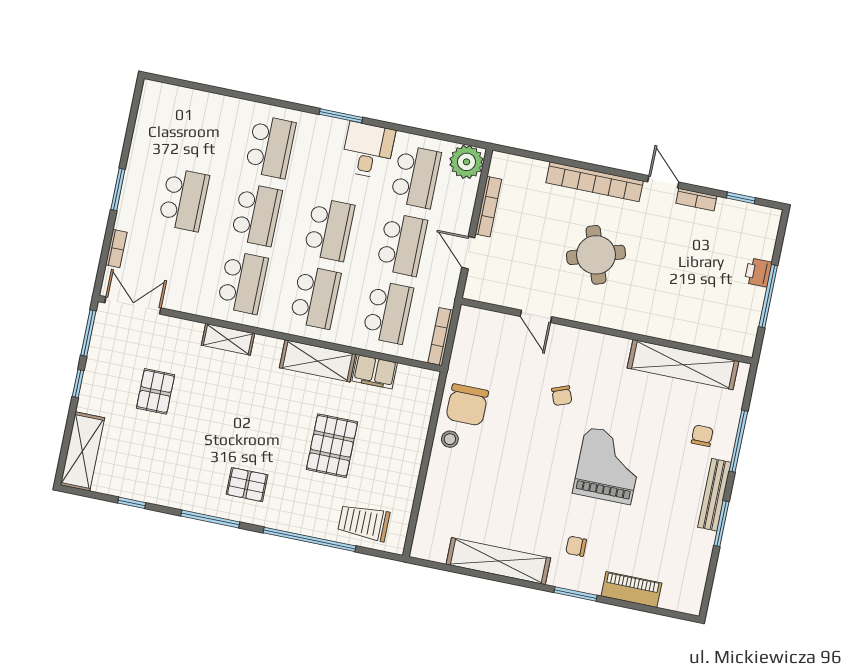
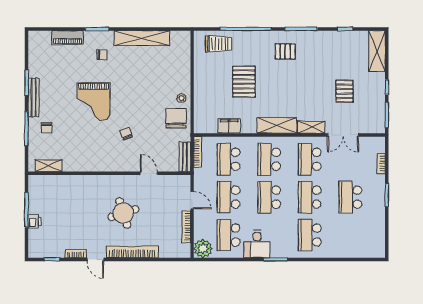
double door: (133, 305) -> (343, 135), moved
bench: (465, 333) -> (185, 157), added
shelving: (318, 361) -> (277, 125), moved
shelving: (683, 365) -> (49, 166), width x0.45, depth x0.75

